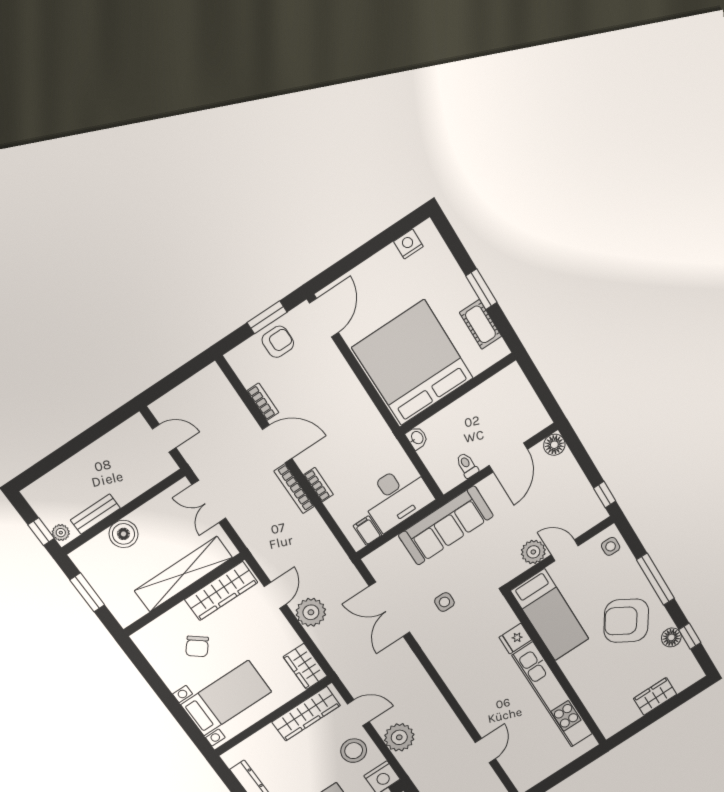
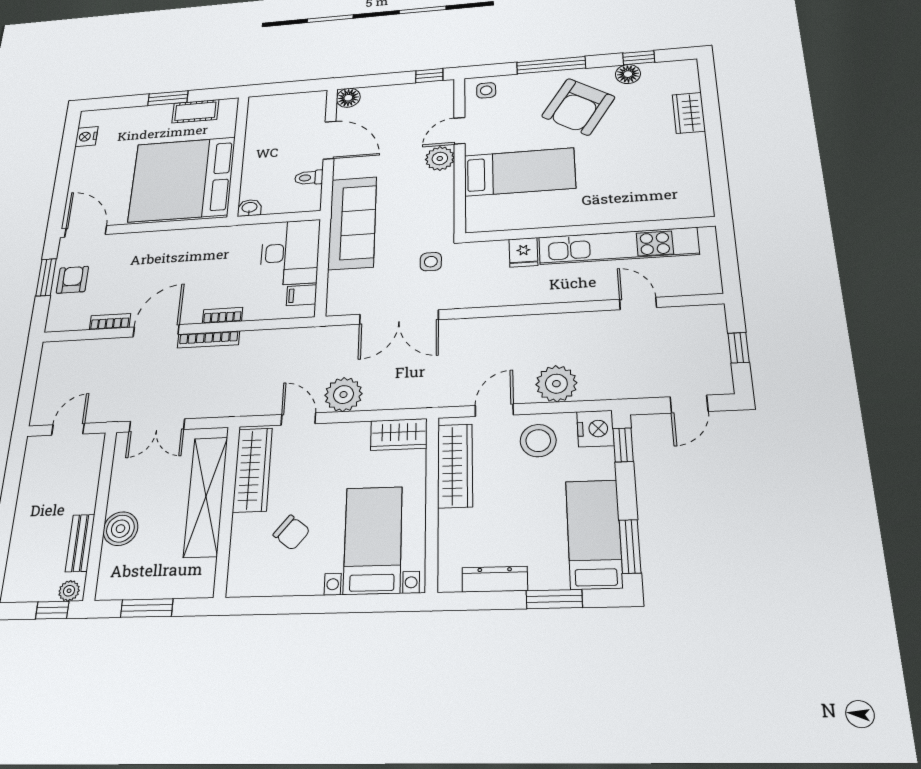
fridge: (515, 639) -> (523, 252), moved
wall: (556, 669) -> (588, 230), moved
kitchen unit: (552, 695) -> (618, 246), moved

